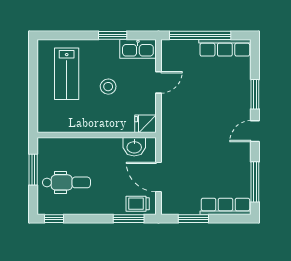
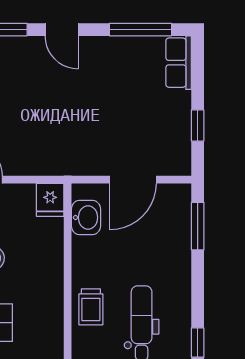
trolley: (138, 204) -> (91, 307), moved
row of seats: (225, 206) -> (179, 63), width x0.68
window: (193, 219) -> (198, 125), width x0.67

